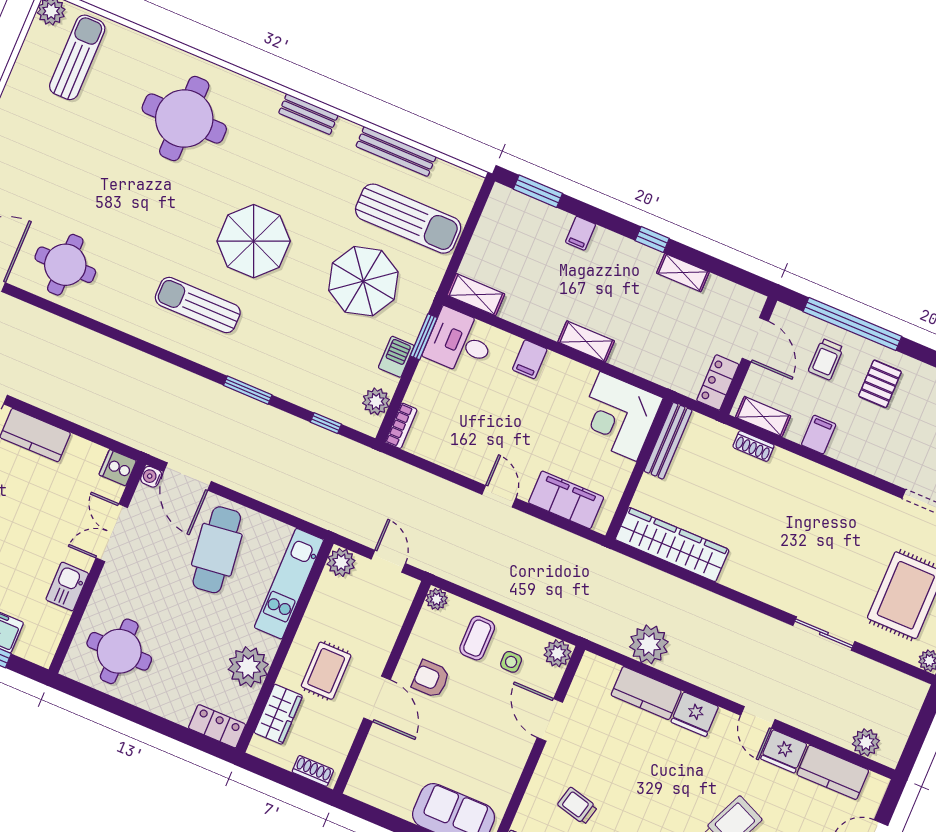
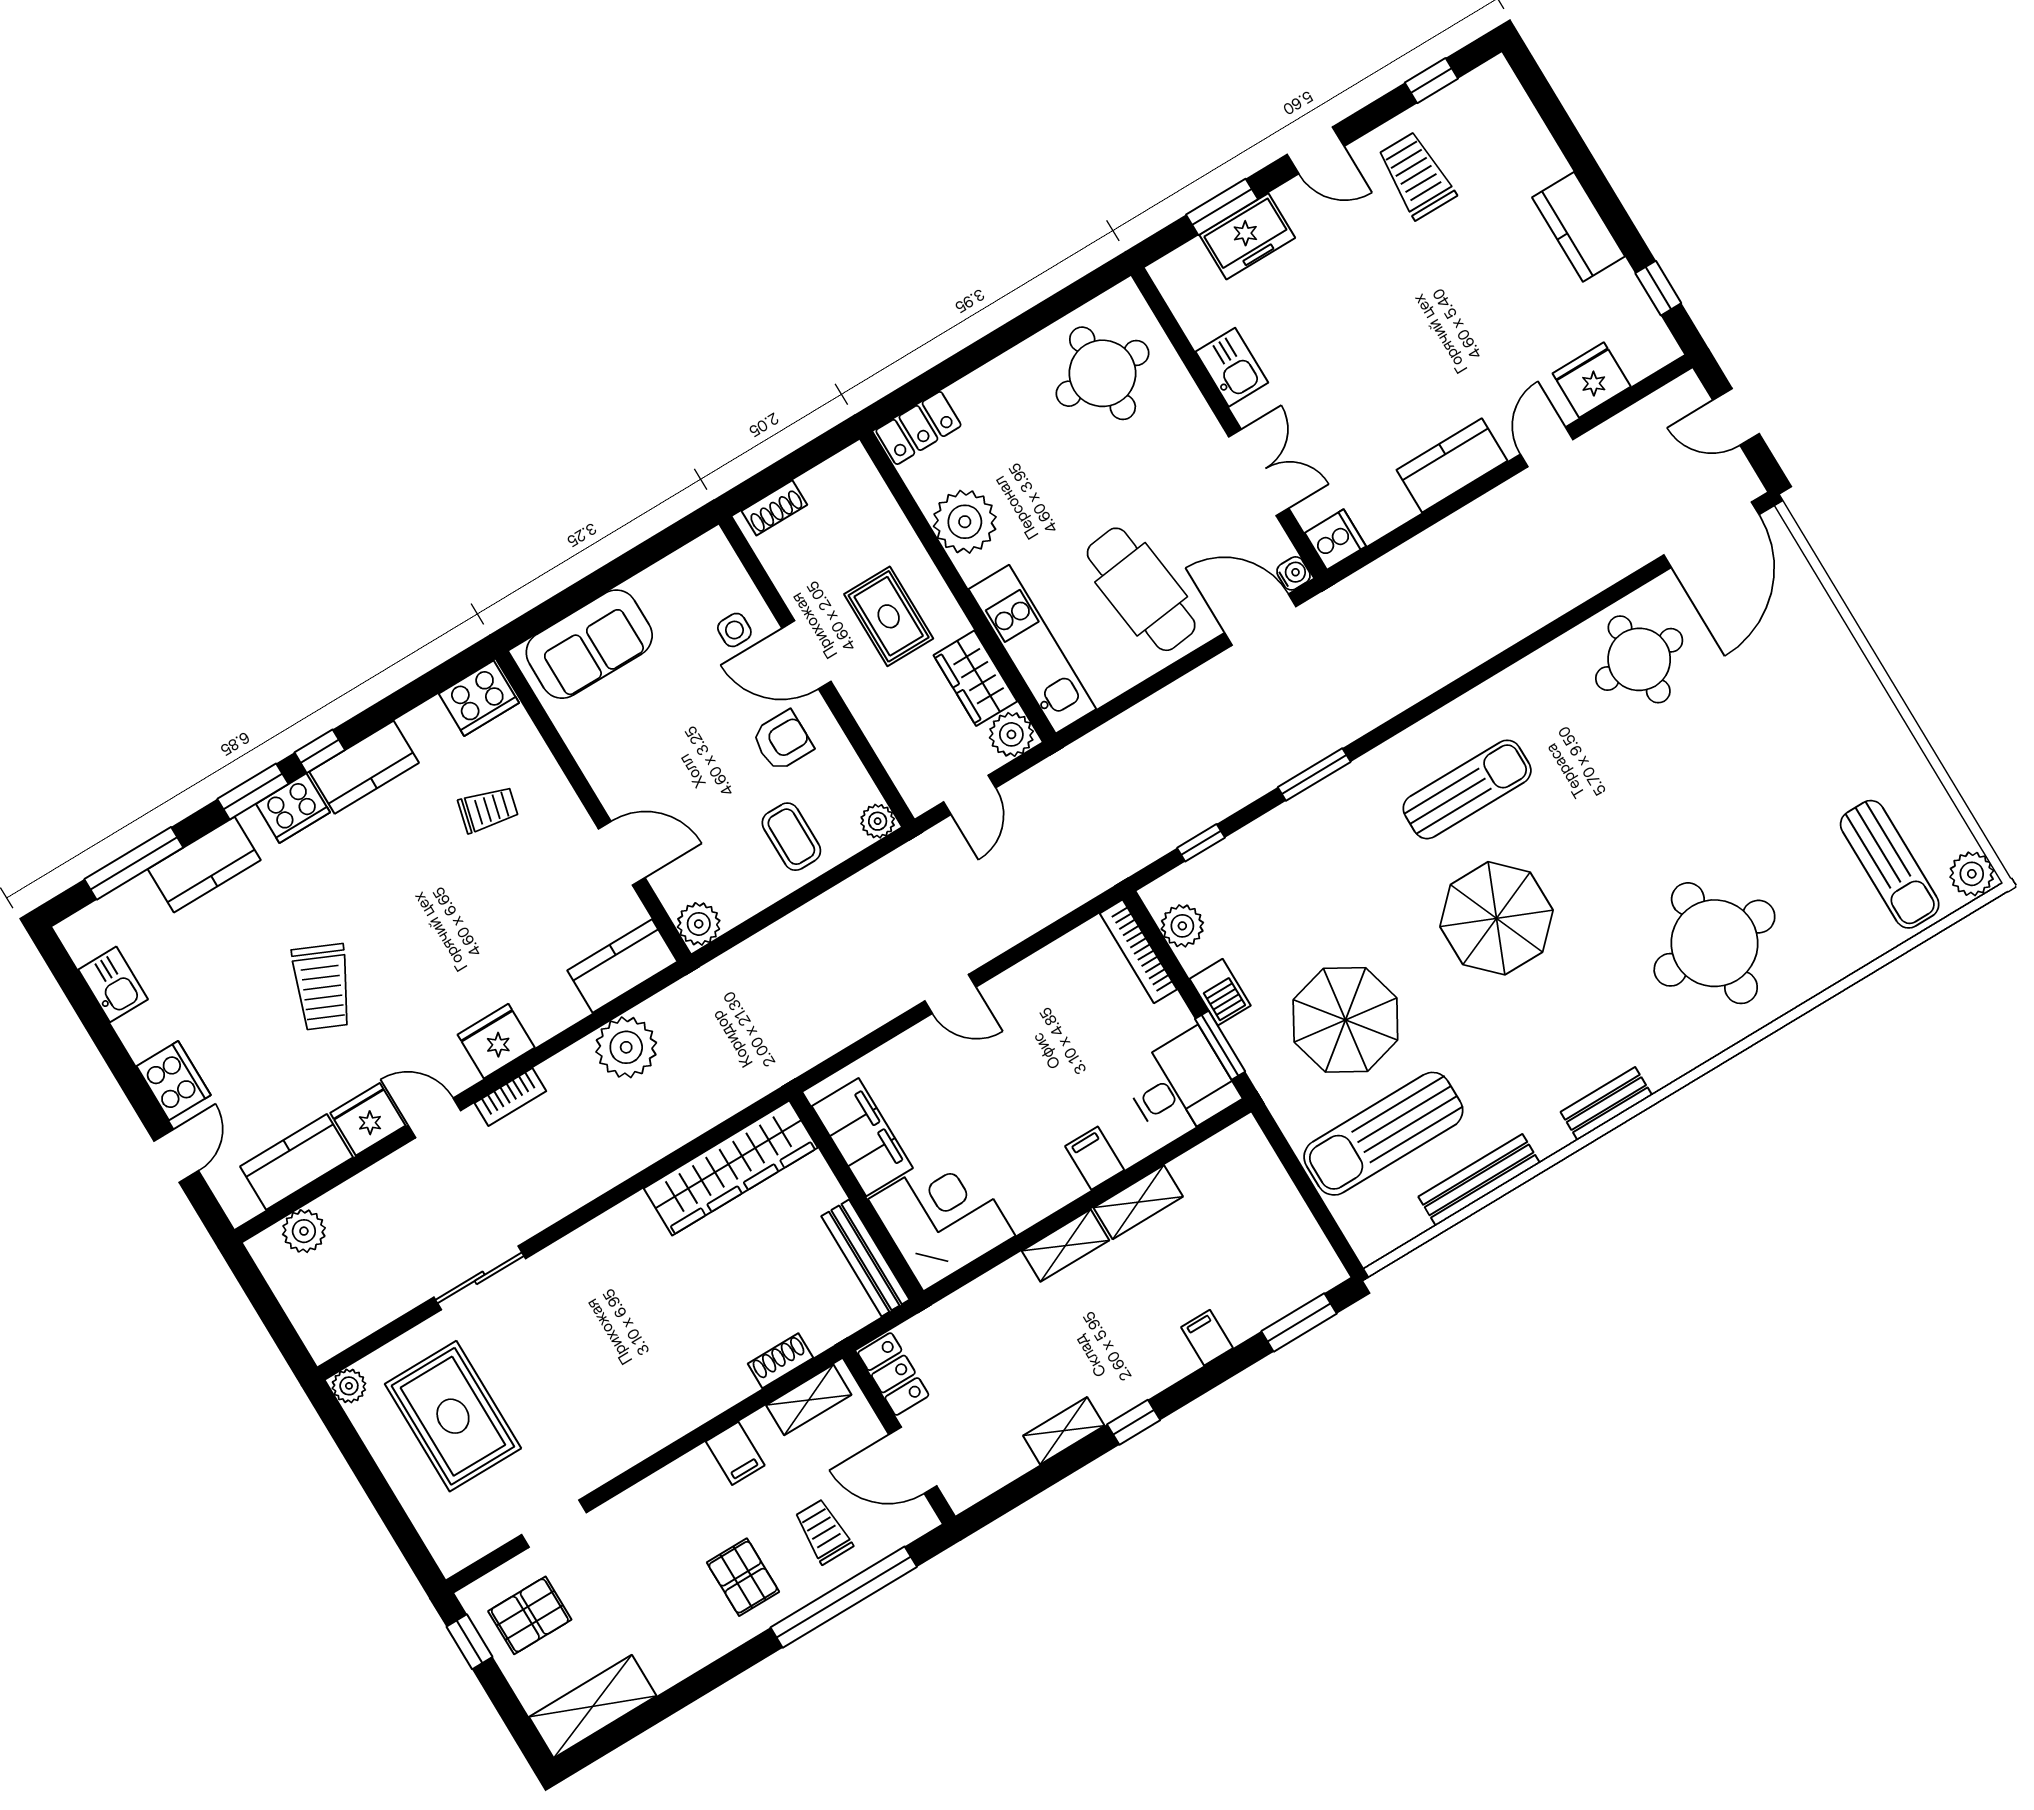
shelving: (476, 295) -> (1138, 1202), moved
bookcase: (401, 426) -> (1138, 951), width x1.56
filing cabinet: (566, 500) -> (862, 1137), moved, turned -90
door: (388, 561) -> (970, 795), hinge flipped
side table: (511, 662) -> (734, 630), moved
bookcase: (718, 686) -> (510, 1097), added
kitchen counter: (646, 693) -> (622, 966), moved
wardrobe: (278, 714) -> (975, 678), moved

